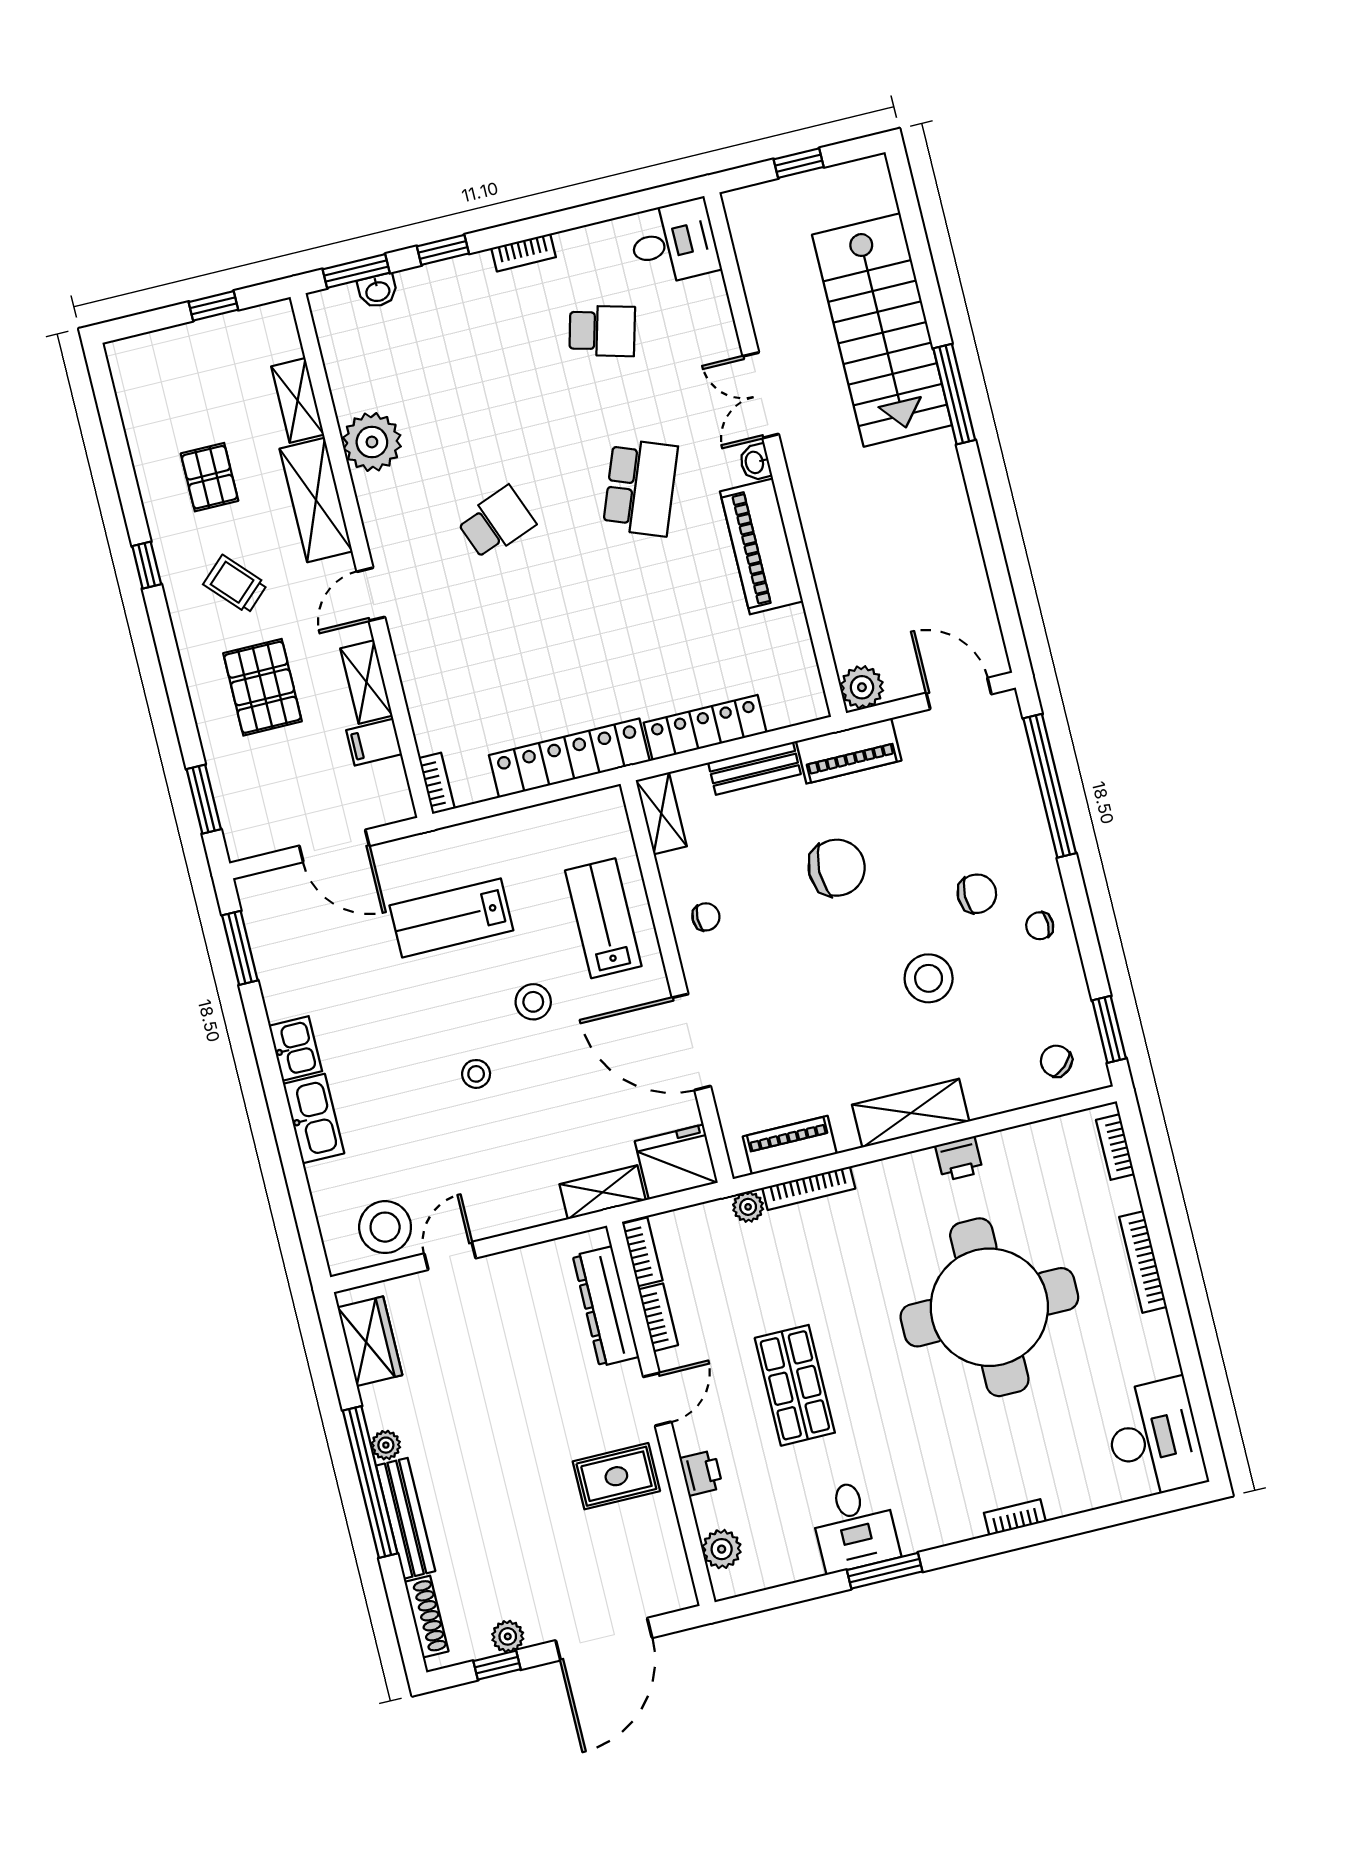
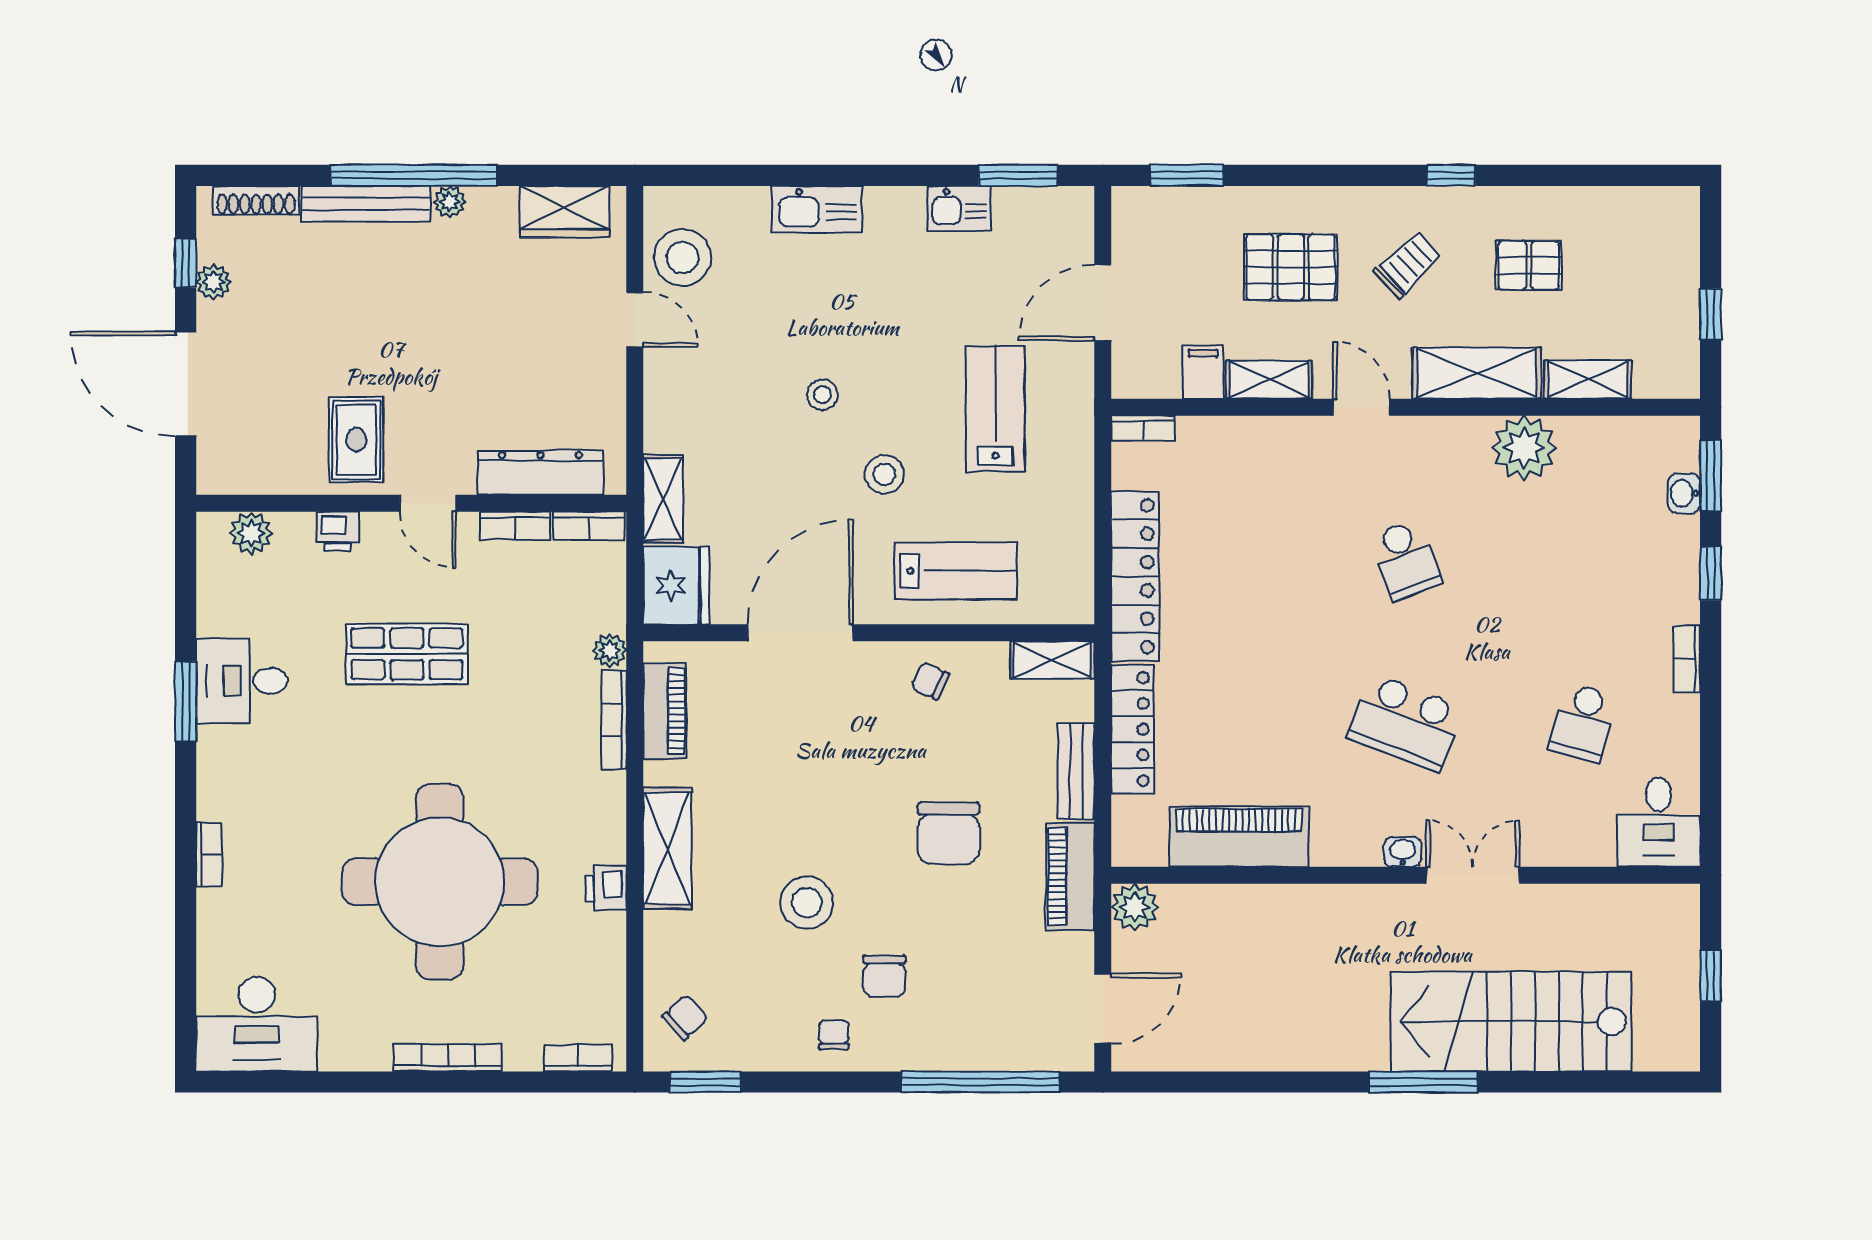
piano: (761, 546) -> (1239, 837), moved
chair: (706, 917) -> (930, 681), turned 115
kitchen sink: (295, 1049) -> (959, 208), moved

